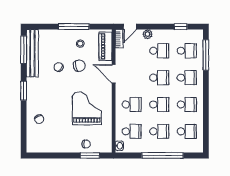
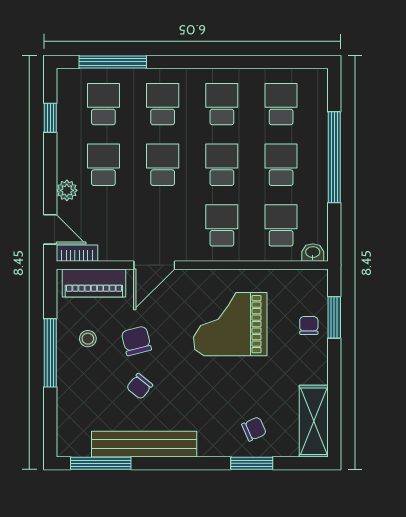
bench: (32, 53) -> (144, 444), moved
window: (24, 91) -> (252, 463), moved
shelving: (43, 146) -> (314, 421), added

